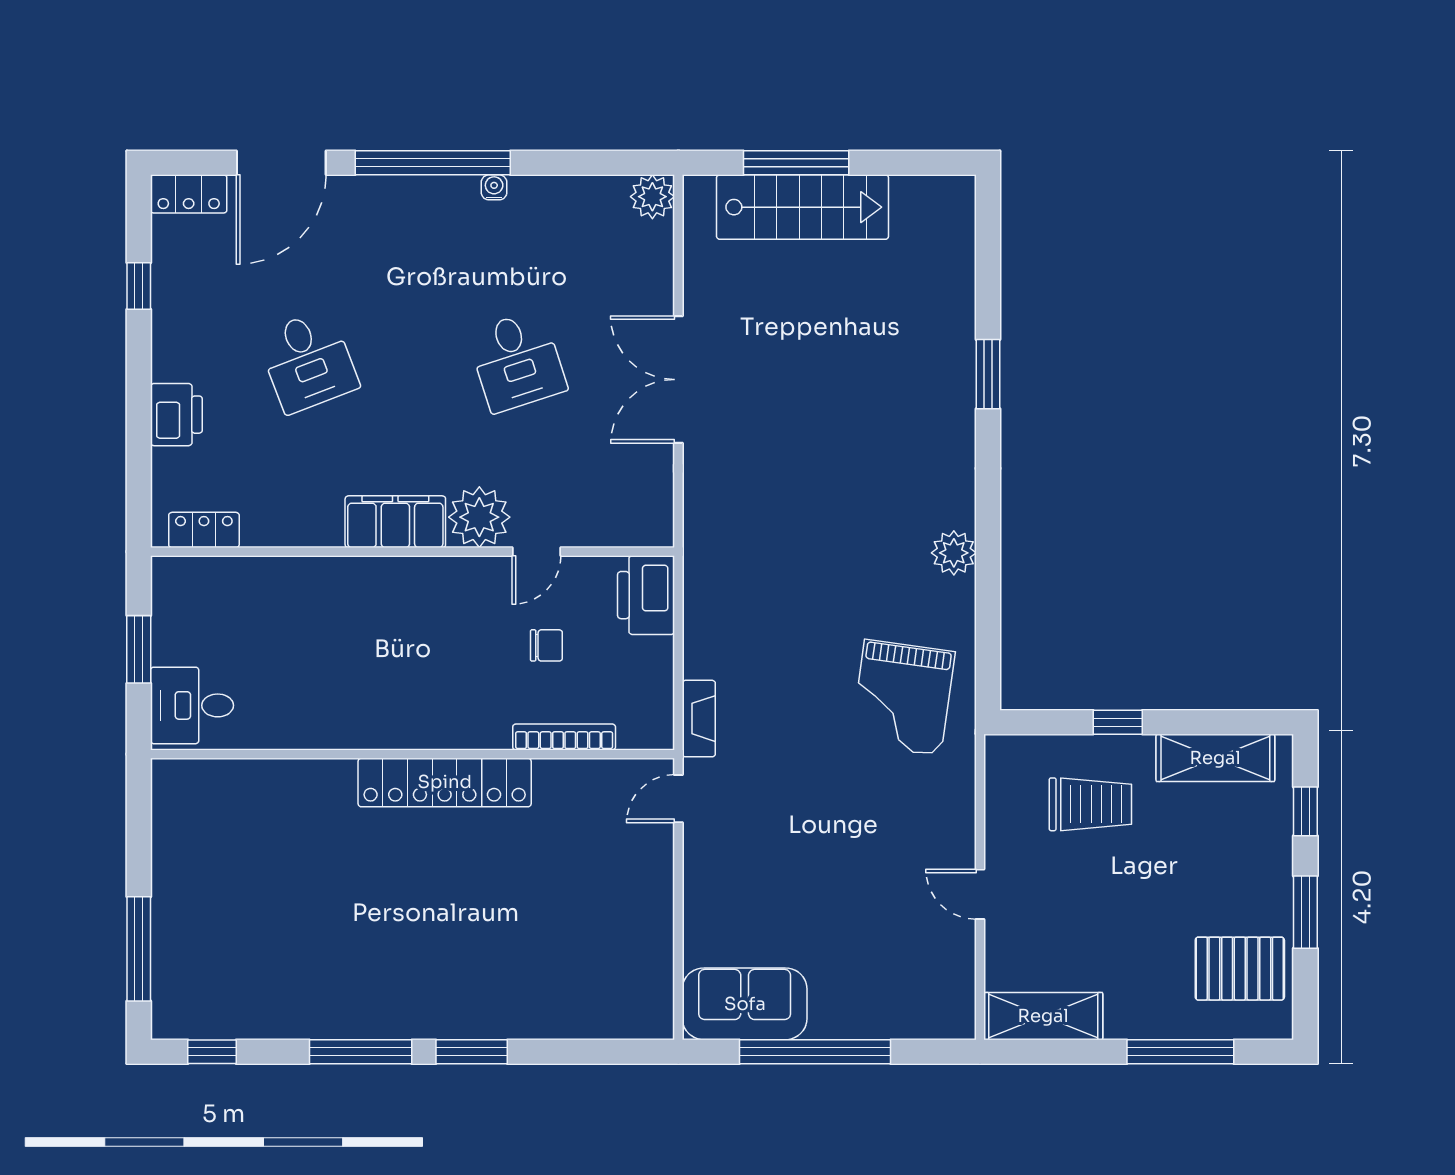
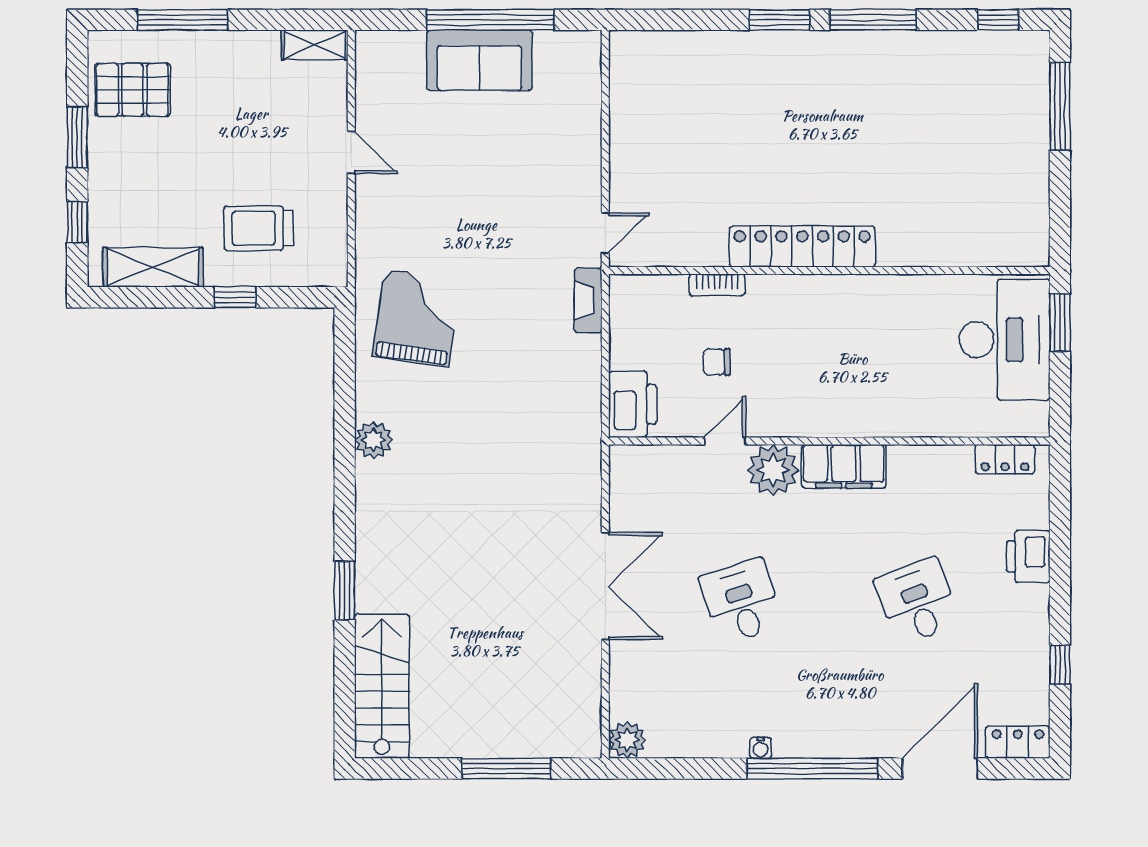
stairs: (803, 207) -> (382, 686), moved, turned 90
window: (139, 649) -> (1060, 323), moved
desk: (192, 705) -> (1005, 340), width x1.87, depth x1.30
bookcase: (564, 737) -> (717, 285), width x0.64
sofa: (745, 1004) -> (479, 60), moved
shelving: (1043, 1016) -> (315, 45), width x0.67, depth x0.75

